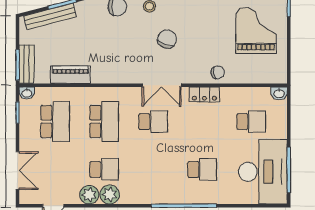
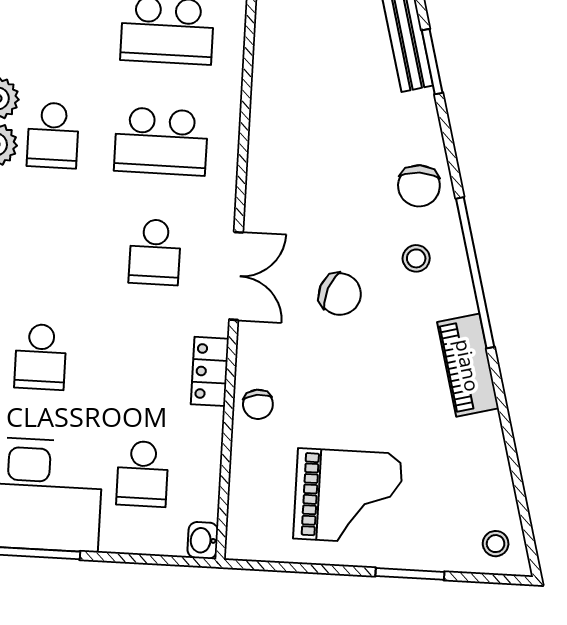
piano: (70, 75) -> (271, 71), removed
double door: (162, 85) -> (236, 276), swing flipped

